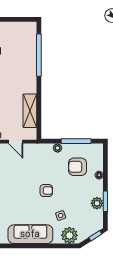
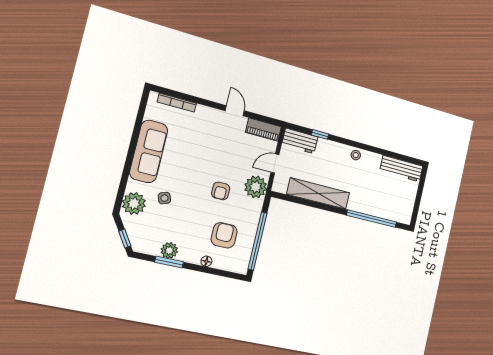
shelving: (30, 111) -> (318, 194), width x1.47
window: (76, 141) -> (258, 241), width x1.46
plant: (58, 148) -> (256, 187), moved, width x1.87, depth x1.87
armchair: (46, 191) -> (221, 191), moved

